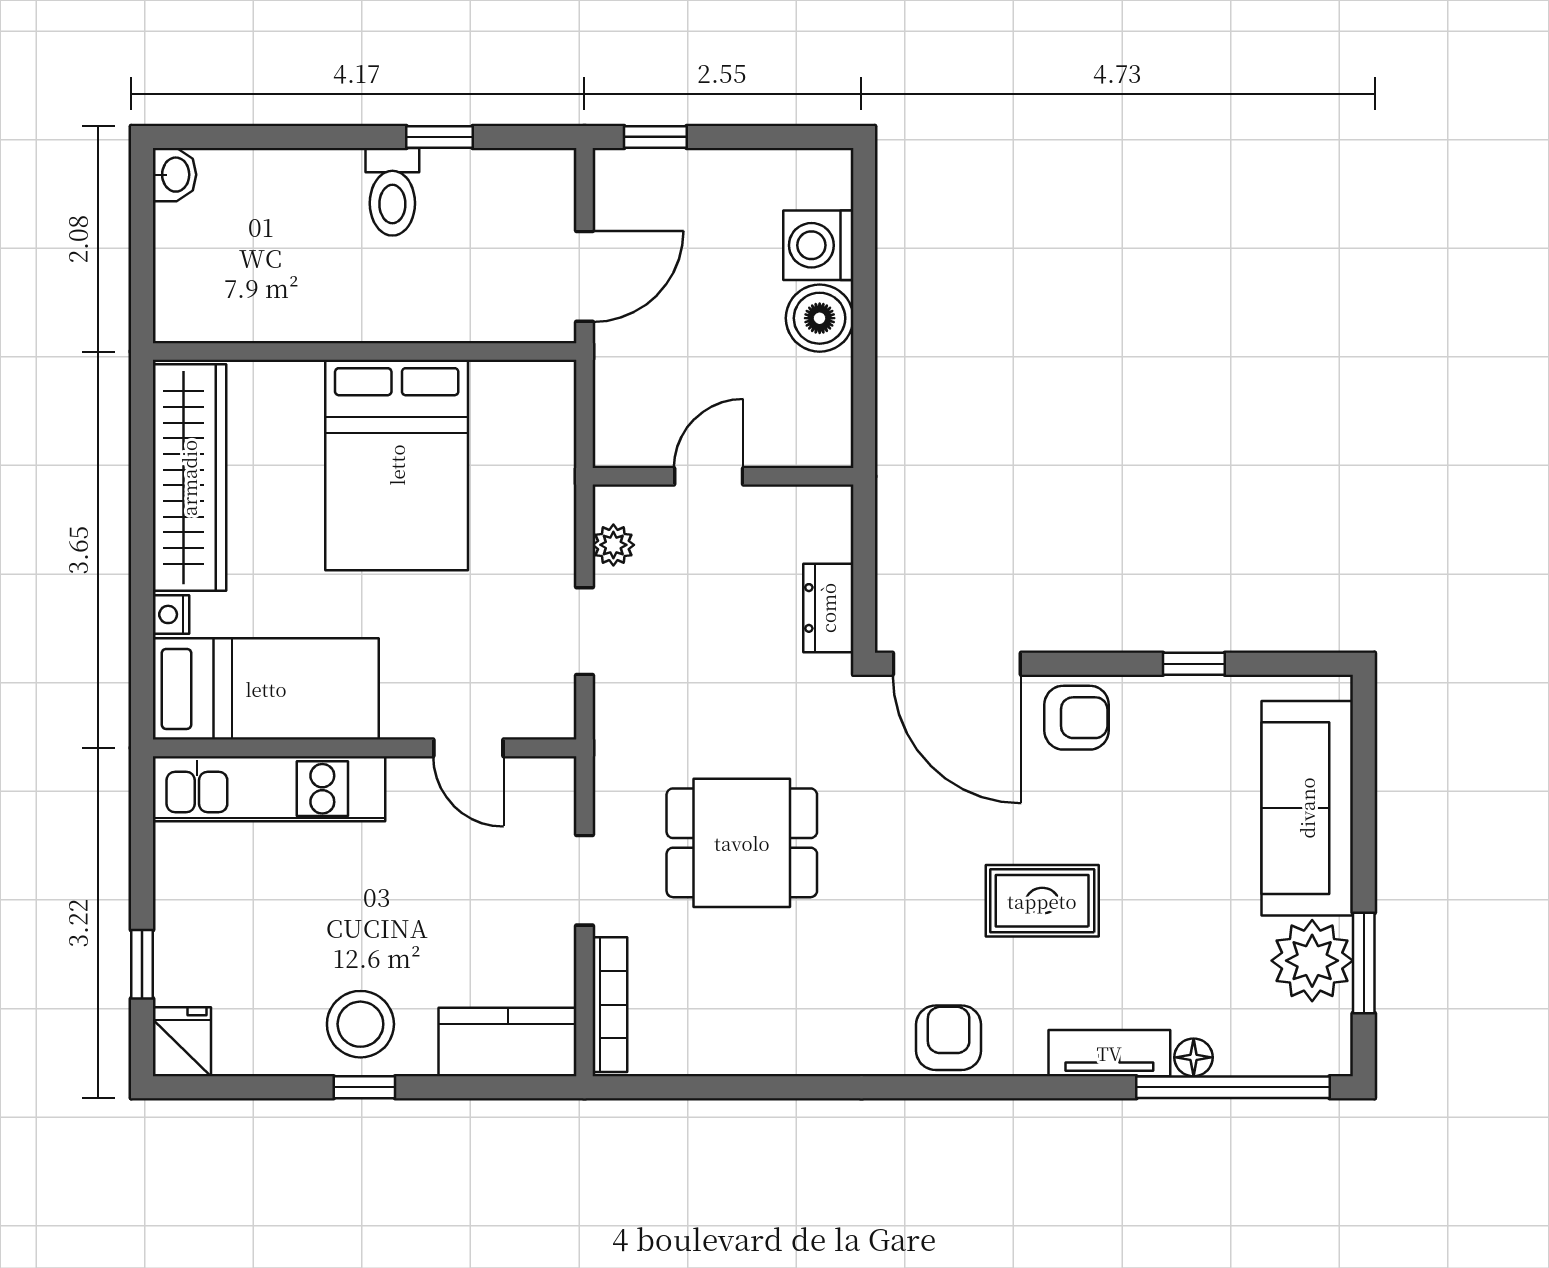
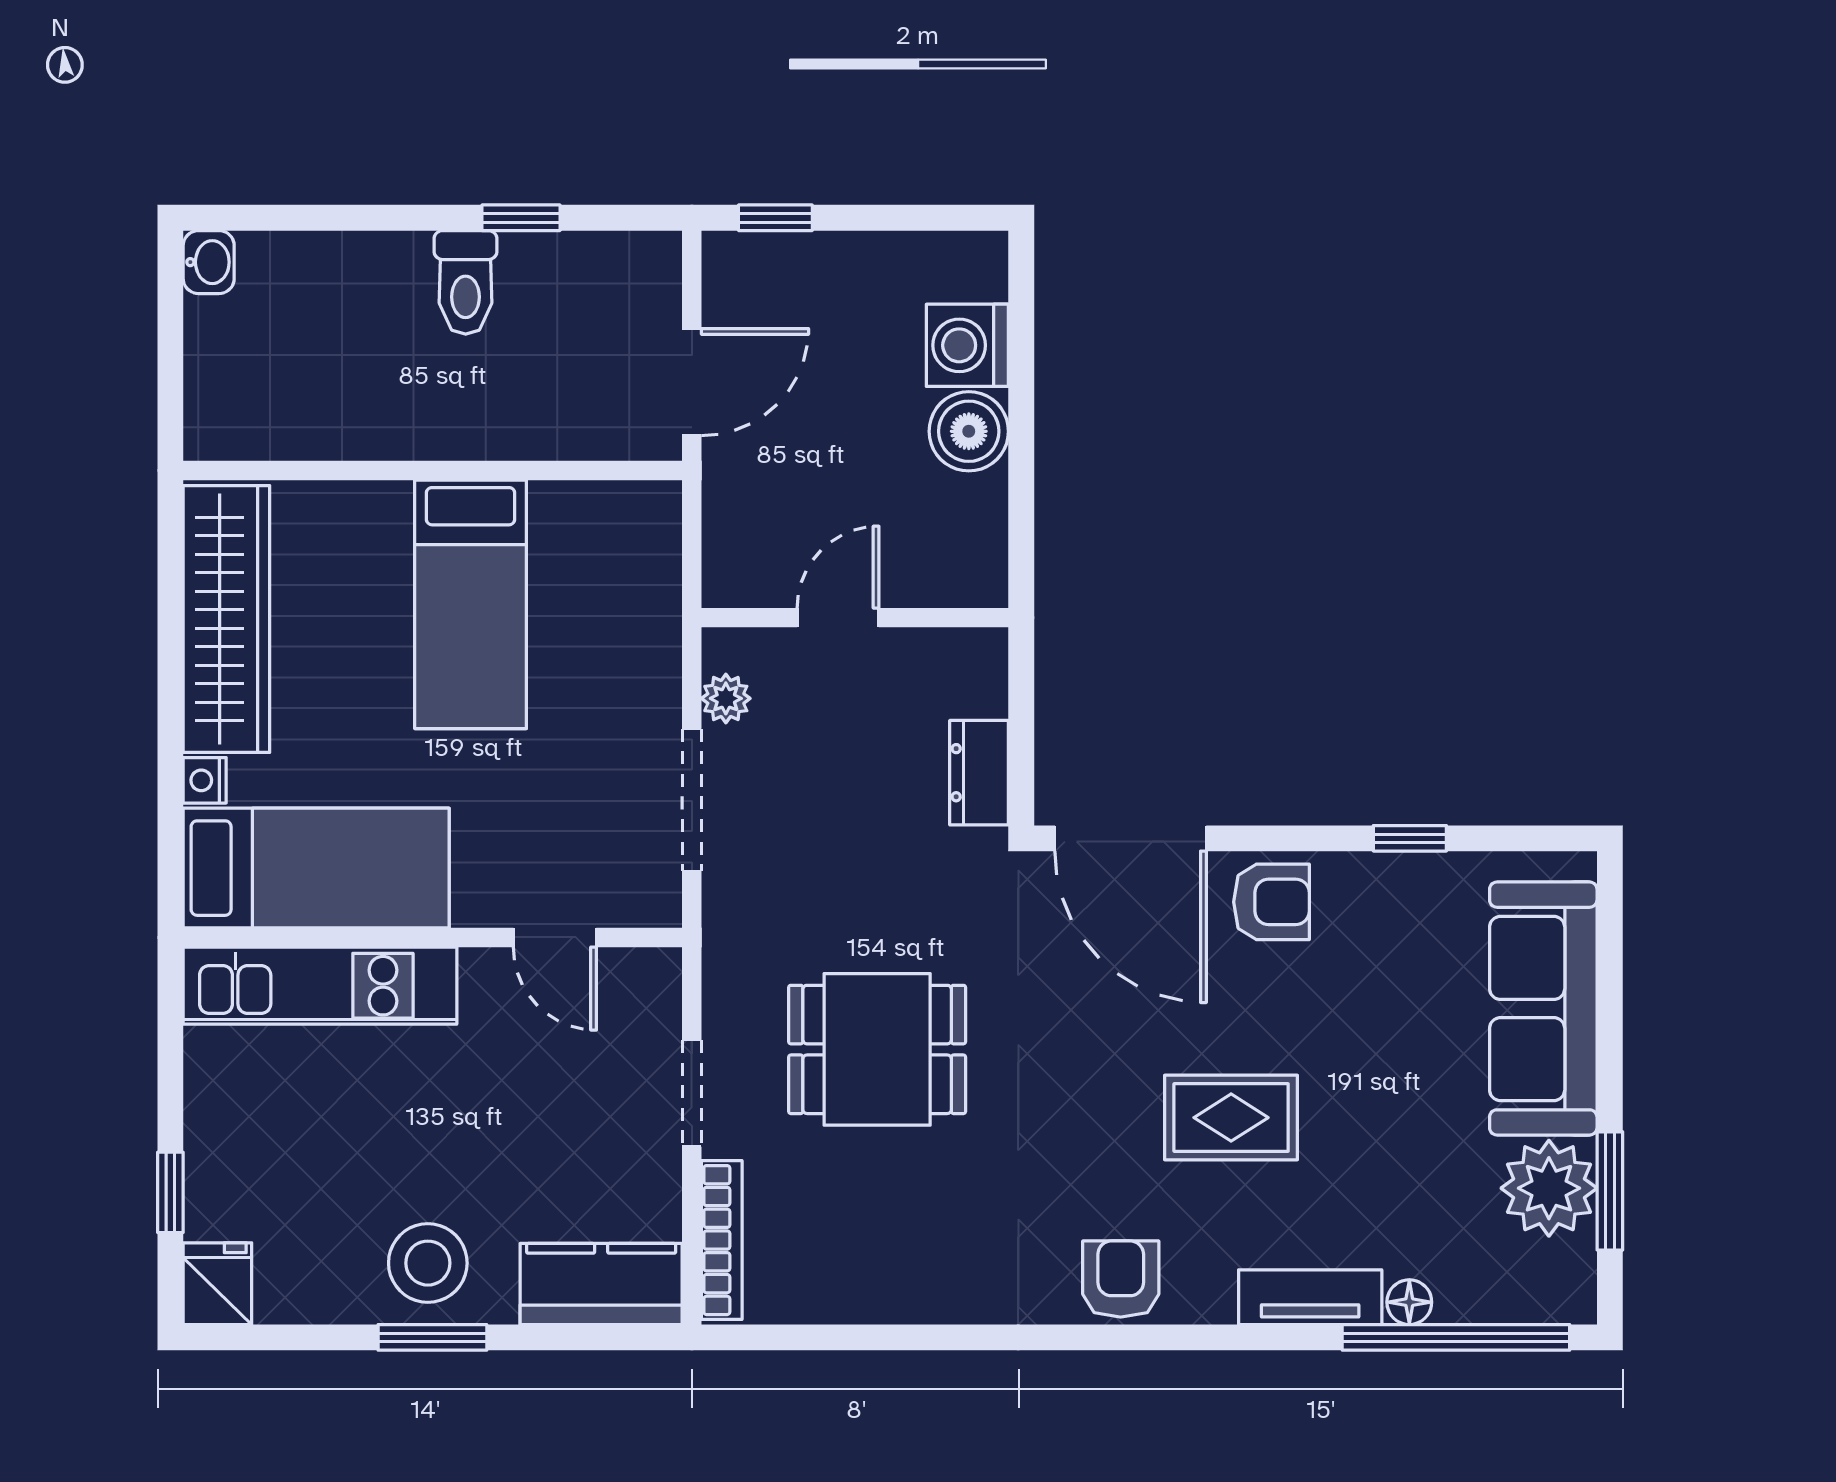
bed: (397, 465) -> (471, 604), width x0.67
doorway: (584, 631) -> (692, 800), width x1.38
window: (364, 1087) -> (432, 1337), width x1.50

